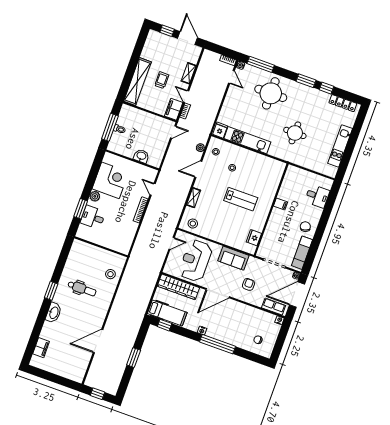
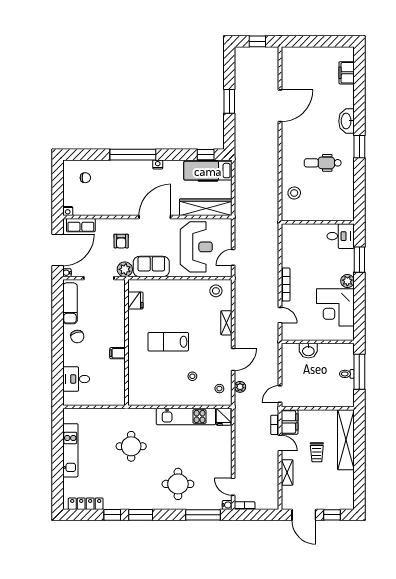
round table: (271, 93) -> (178, 484), width x0.73, depth x0.73
desk: (93, 217) -> (341, 236), moved
plant: (253, 263) -> (125, 269), added

